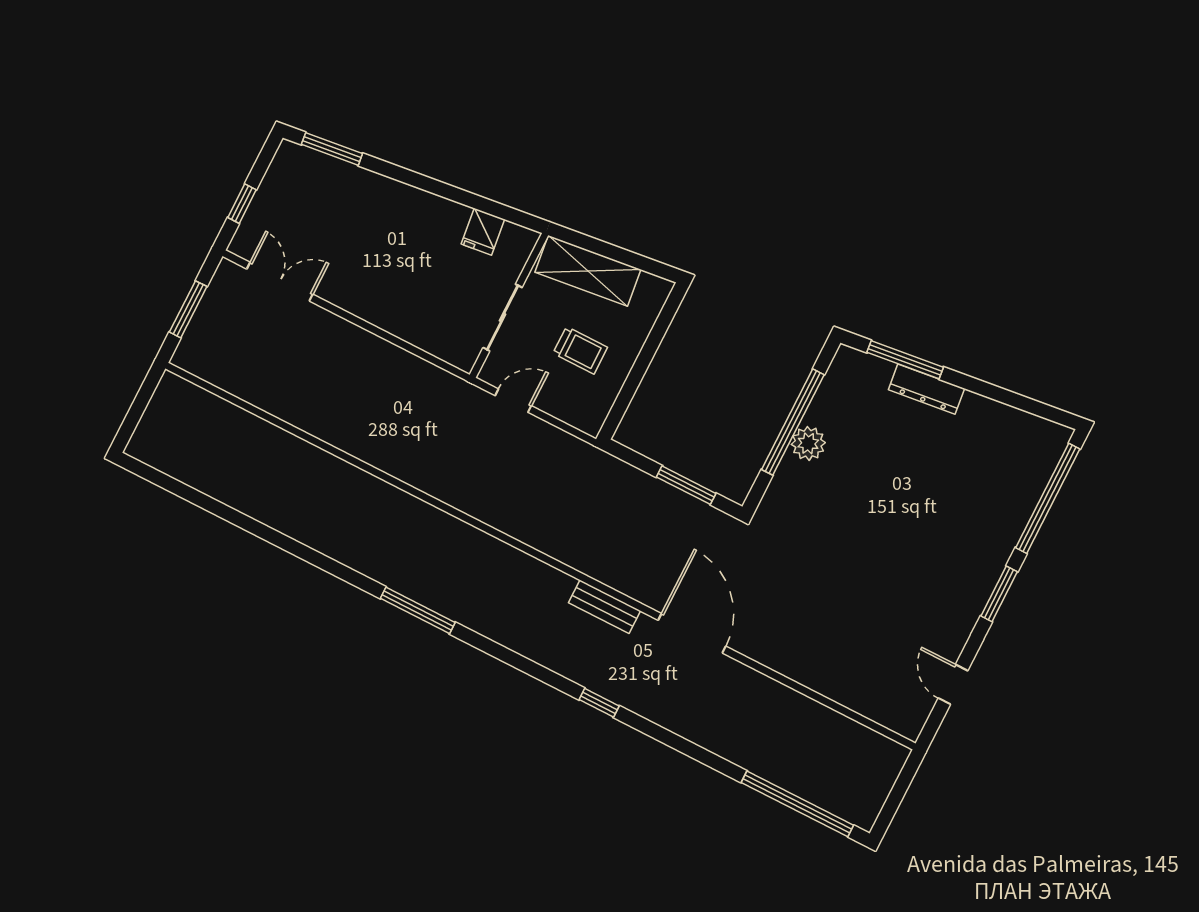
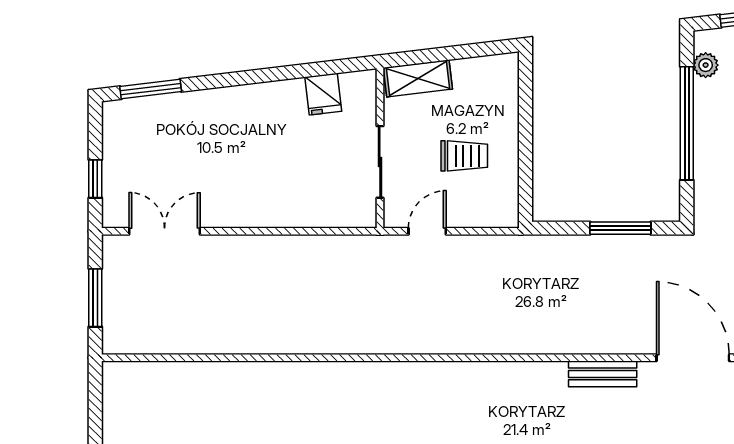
shelving: (588, 271) -> (418, 78), width x0.67, depth x0.75
plant: (808, 443) -> (706, 65), moved, width x0.73, depth x0.73

